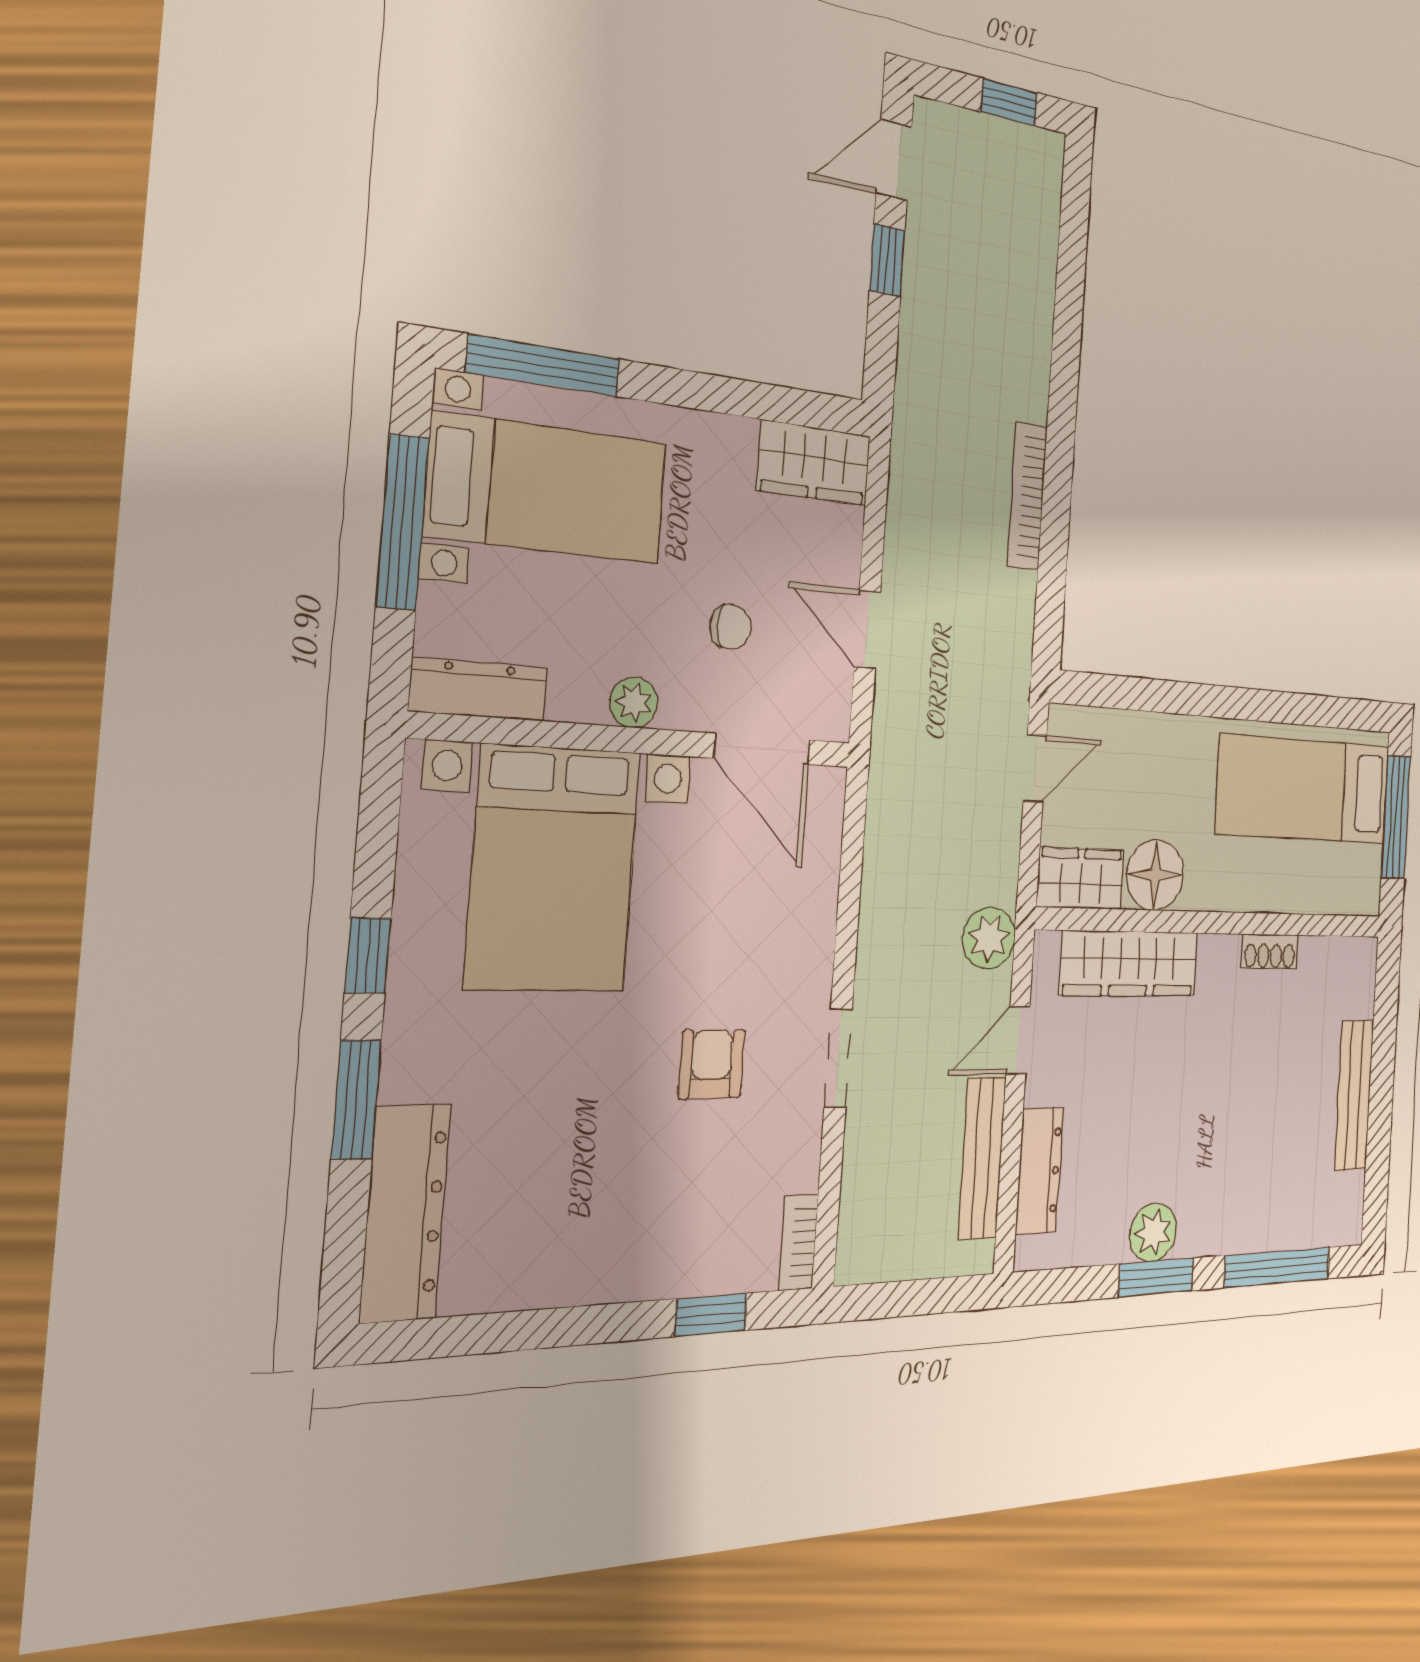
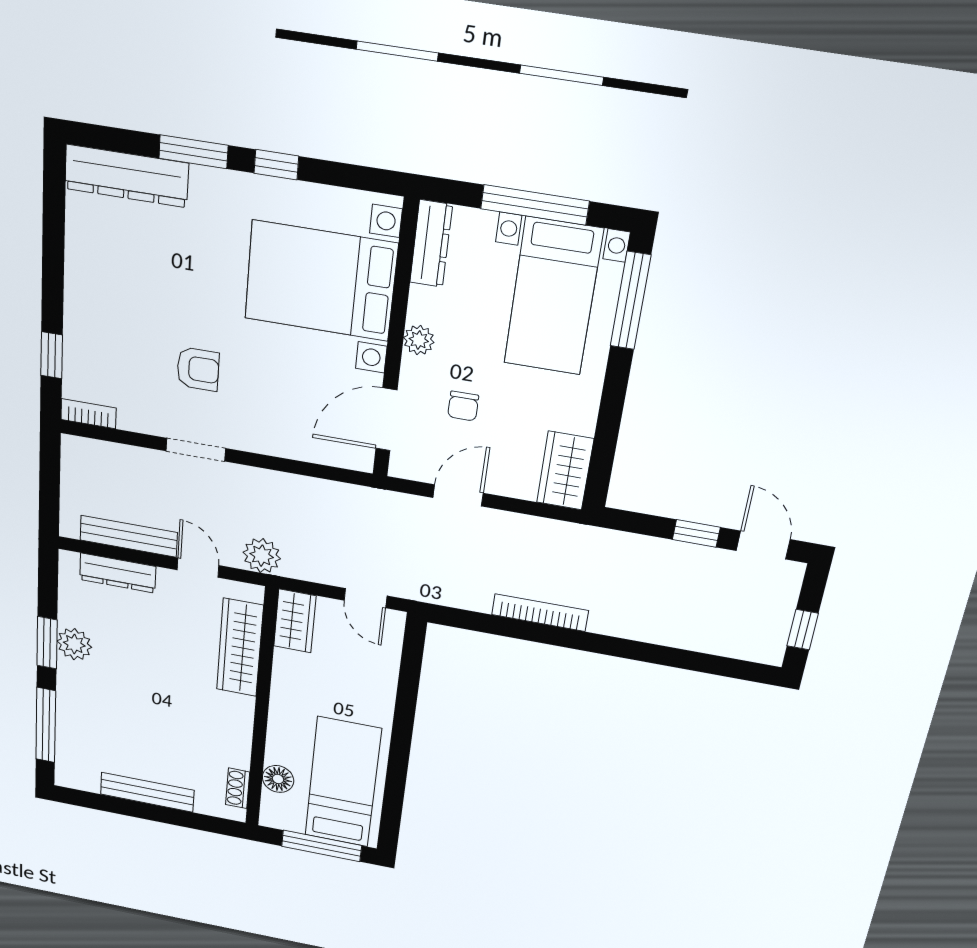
floor lamp: (1155, 875) -> (278, 779), moved, width x0.73, depth x0.73
shoe rack: (1270, 952) -> (238, 788), moved

